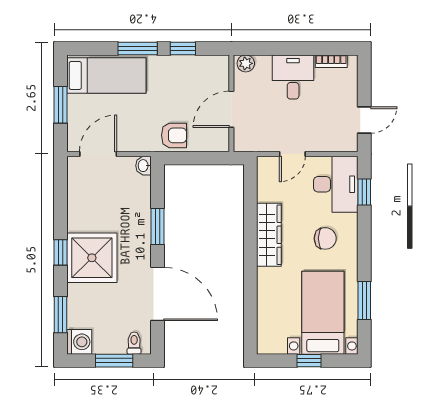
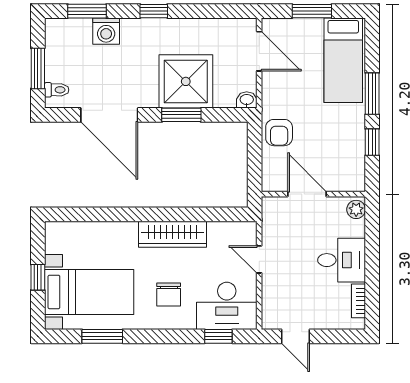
shower: (92, 258) -> (186, 81), moved
door: (158, 294) -> (109, 115), hinge flipped
washing machine: (79, 342) -> (106, 31), moved

